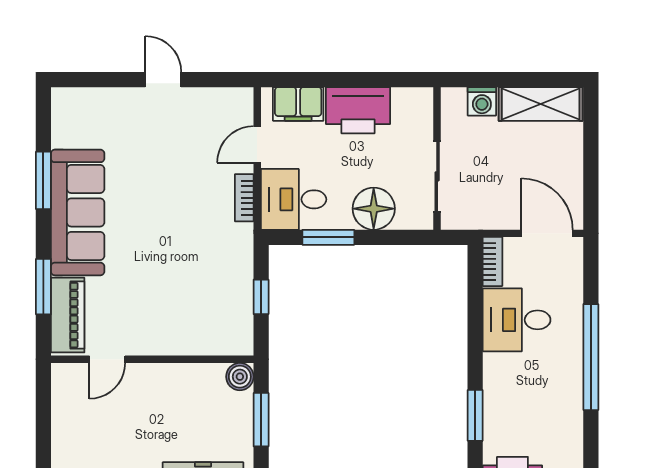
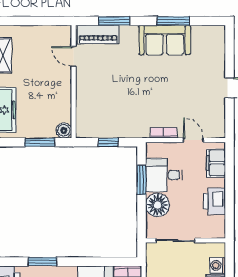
printer: (358, 110) -> (215, 201), width x0.73, depth x0.84
desk: (294, 199) -> (164, 175), moved, turned -90
sofa: (78, 212) -> (165, 40), width x0.73

